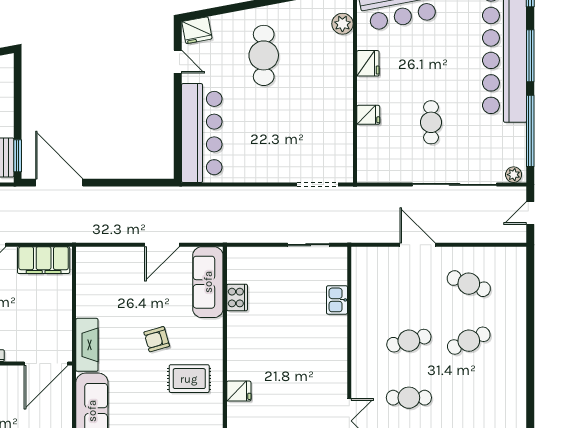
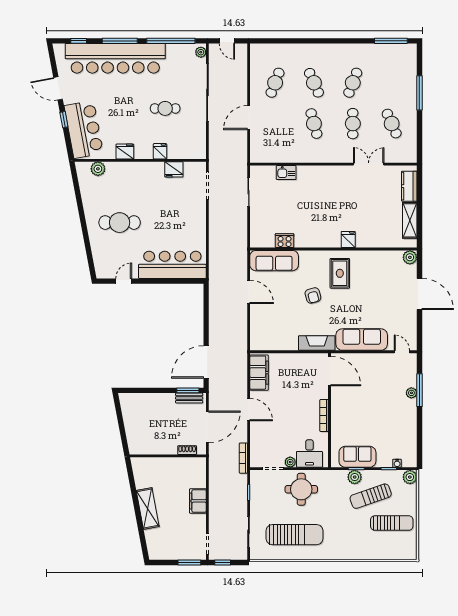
fridge: (197, 30) -> (174, 169), moved, turned 101
cafe table: (469, 398) -> (353, 83), added

